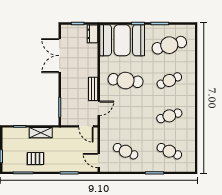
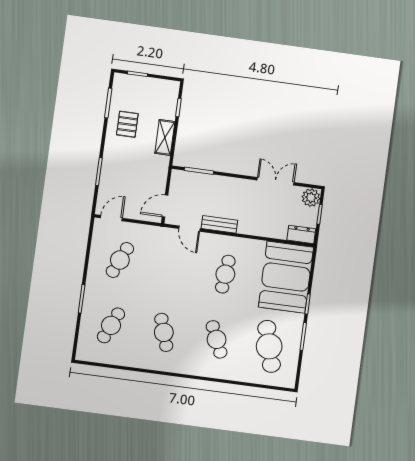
plant: (67, 31) -> (311, 198), added
double door: (60, 56) -> (276, 181), width x0.73
cafe table: (126, 81) -> (225, 274), width x0.73, depth x0.74

